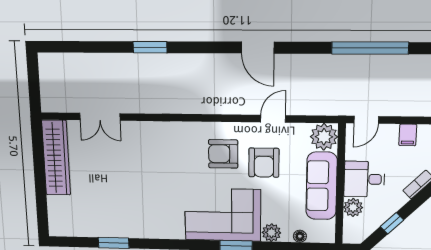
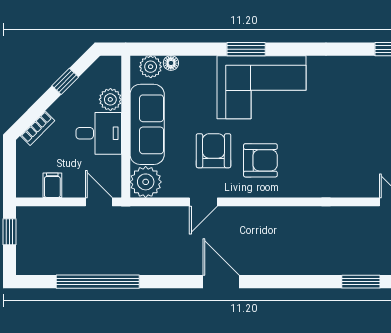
window: (150, 47) -> (361, 282), moved
door: (366, 120) -> (99, 202), hinge flipped
plant: (271, 233) -> (151, 67), moved

